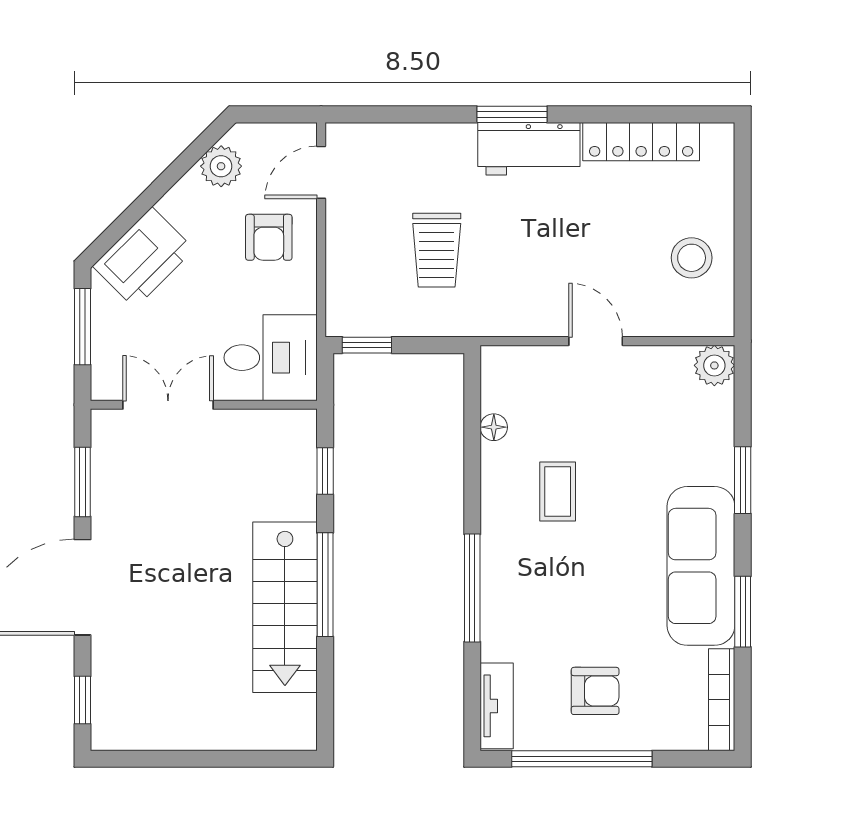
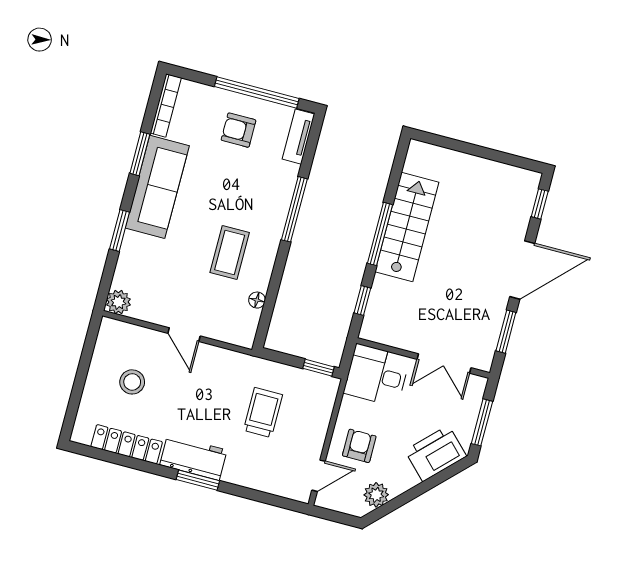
stool: (692, 258) -> (132, 382), moved
coffee table: (558, 492) -> (230, 253), width x1.36, depth x1.30

